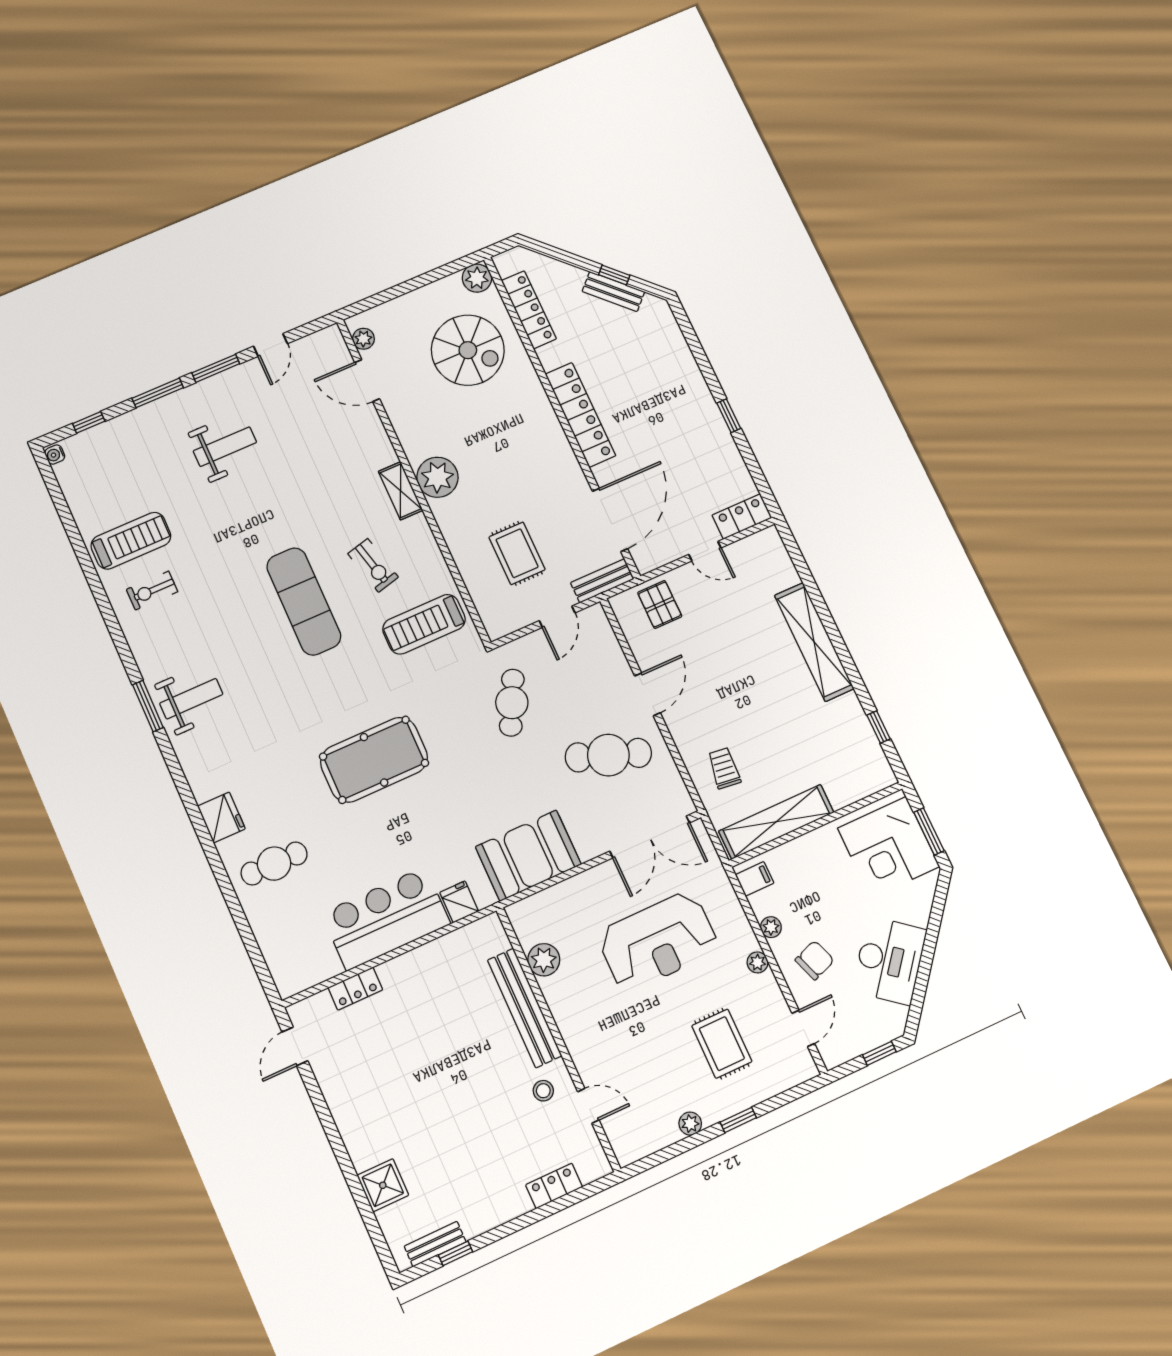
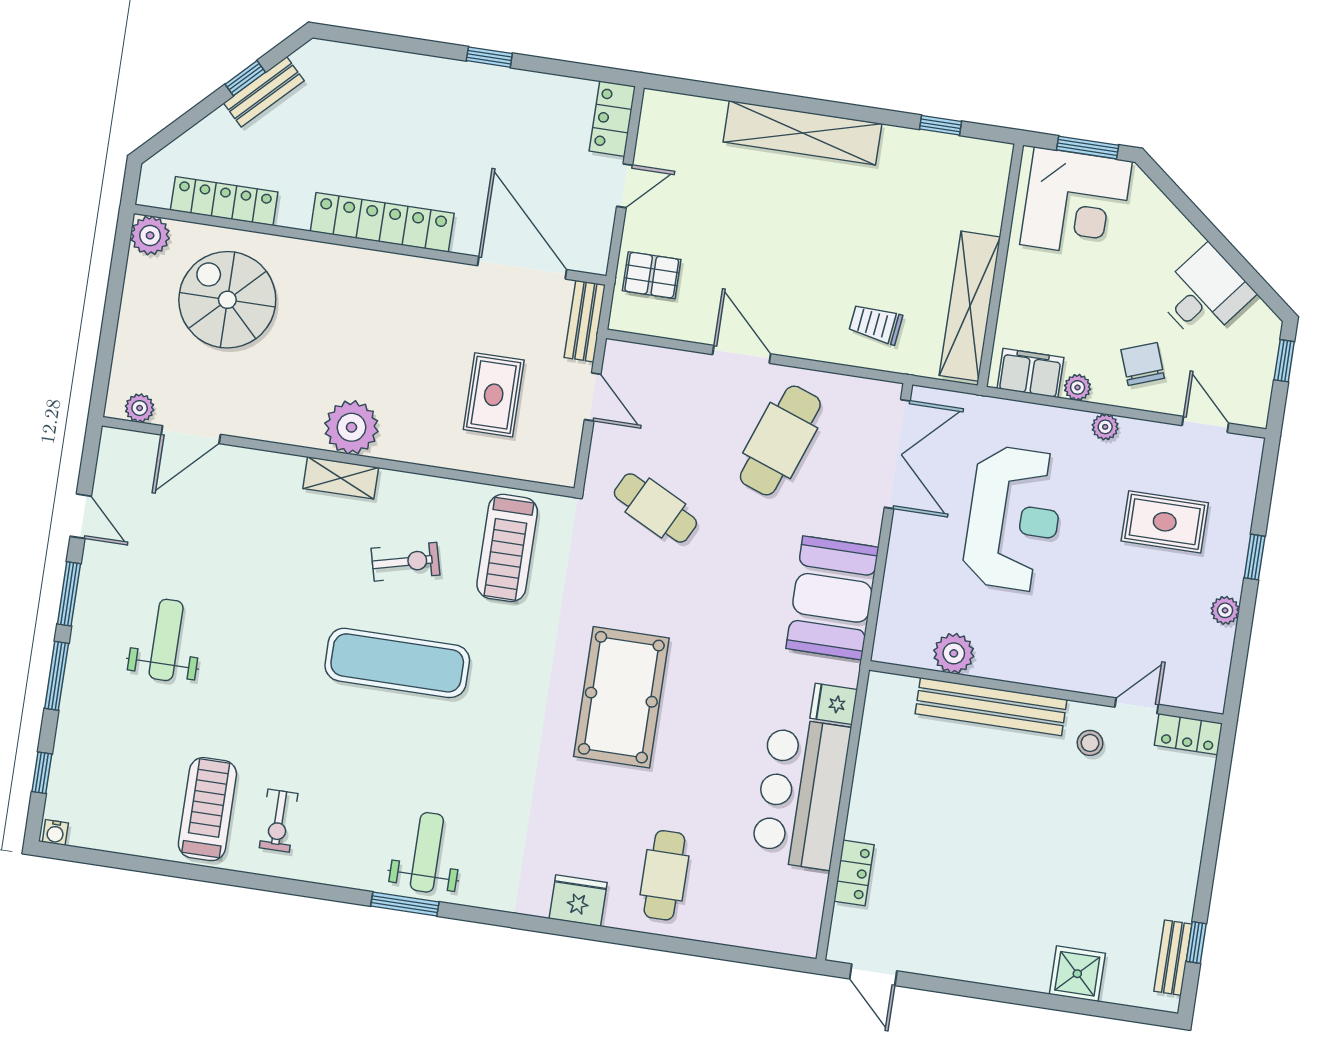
spiral stairs: (468, 350) -> (227, 300), turned -90
rug: (517, 553) -> (494, 395), turned 90
filing cabinet: (755, 879) -> (1030, 373), width x2.00
desk: (889, 960) -> (1204, 294), width x0.73
locker: (554, 1186) -> (1188, 734), moved, turned -90

